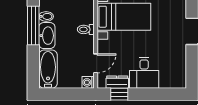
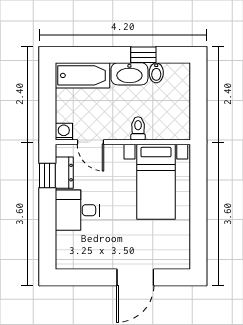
window: (33, 26) -> (143, 55), width x0.46

